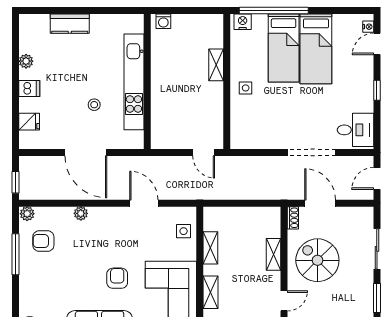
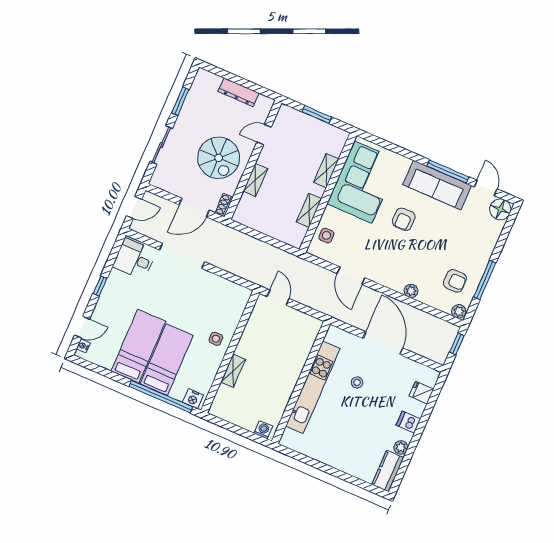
kitchen counter: (70, 24) -> (388, 471), moved, turned -90
door: (320, 203) -> (194, 208), hinge flipped

